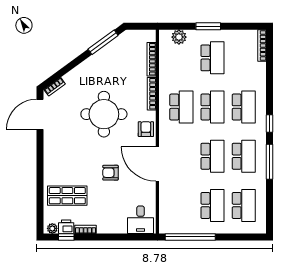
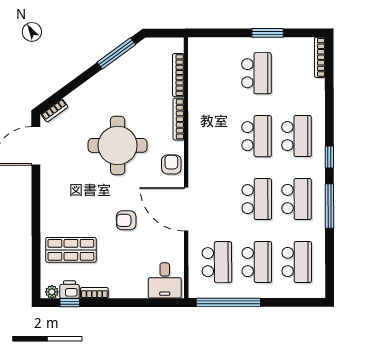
window: (208, 26) -> (268, 33), moved
plant: (179, 37) -> (213, 47), removed
school desk: (181, 107) -> (217, 262), moved

